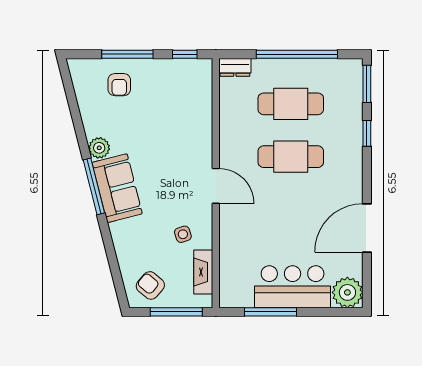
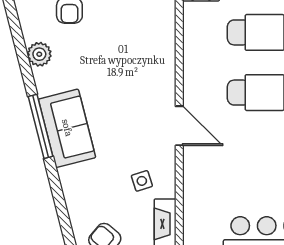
plant: (99, 148) -> (39, 54), moved

